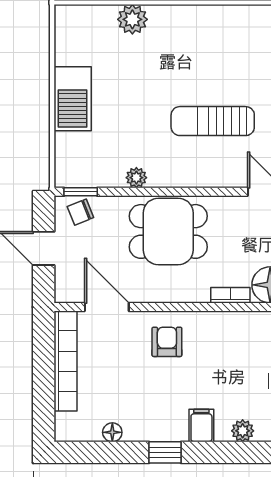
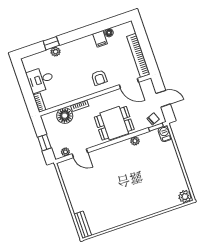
plant: (132, 19) -> (185, 197), moved
barbecue: (73, 99) -> (165, 134), moved, width x0.53, depth x0.65
sun lounger: (213, 121) -> (111, 175), removed
filing cabinet: (201, 425) -> (100, 39), moved
window: (165, 452) -> (51, 43), moved

